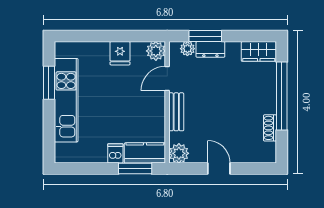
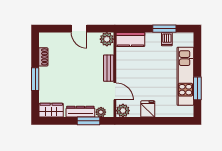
dresser: (210, 49) -> (80, 112), width x1.44
door: (167, 78) -> (115, 91), hinge flipped
window: (282, 96) -> (35, 79), width x0.47
dishwasher: (115, 153) -> (167, 39), moved
window: (135, 169) -> (164, 29), moved

